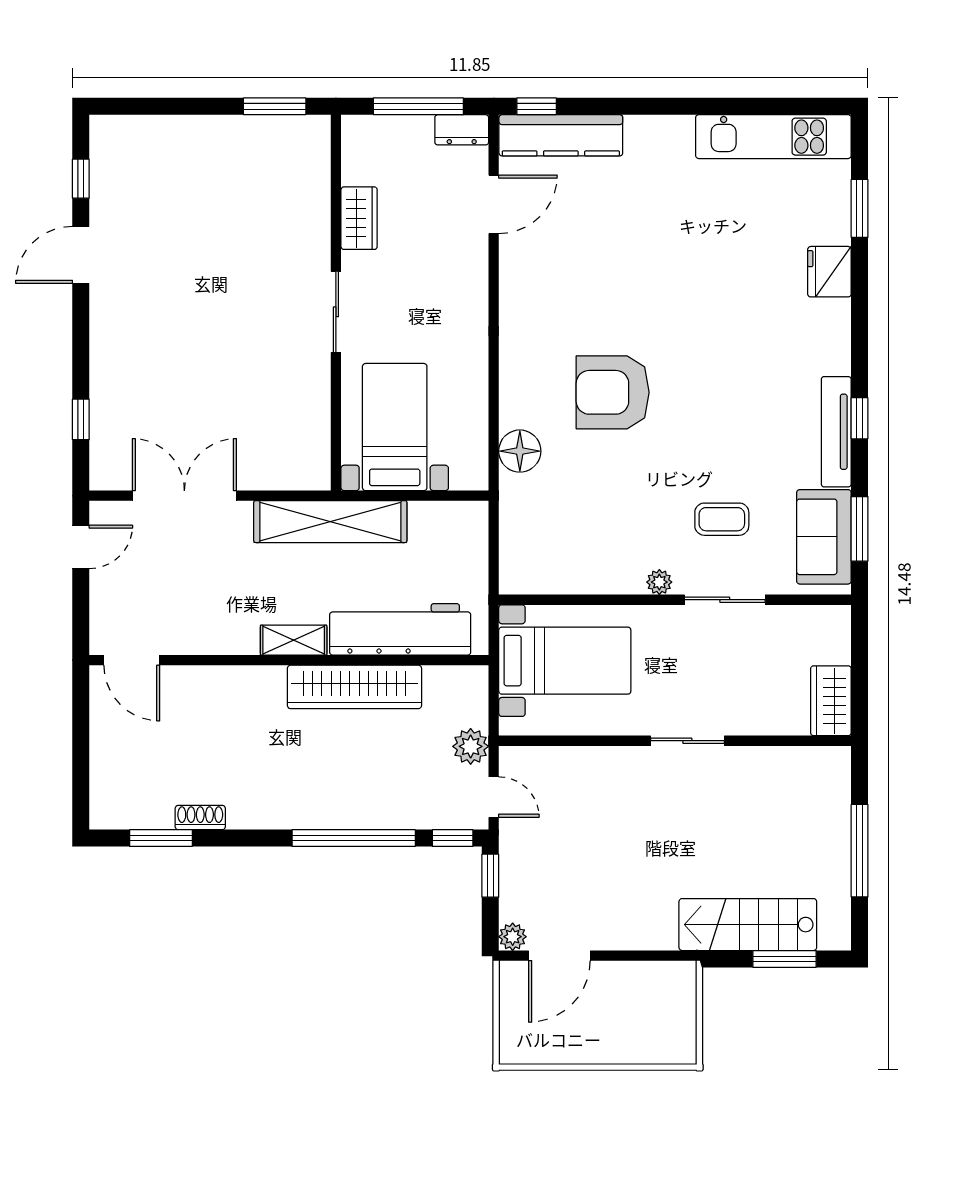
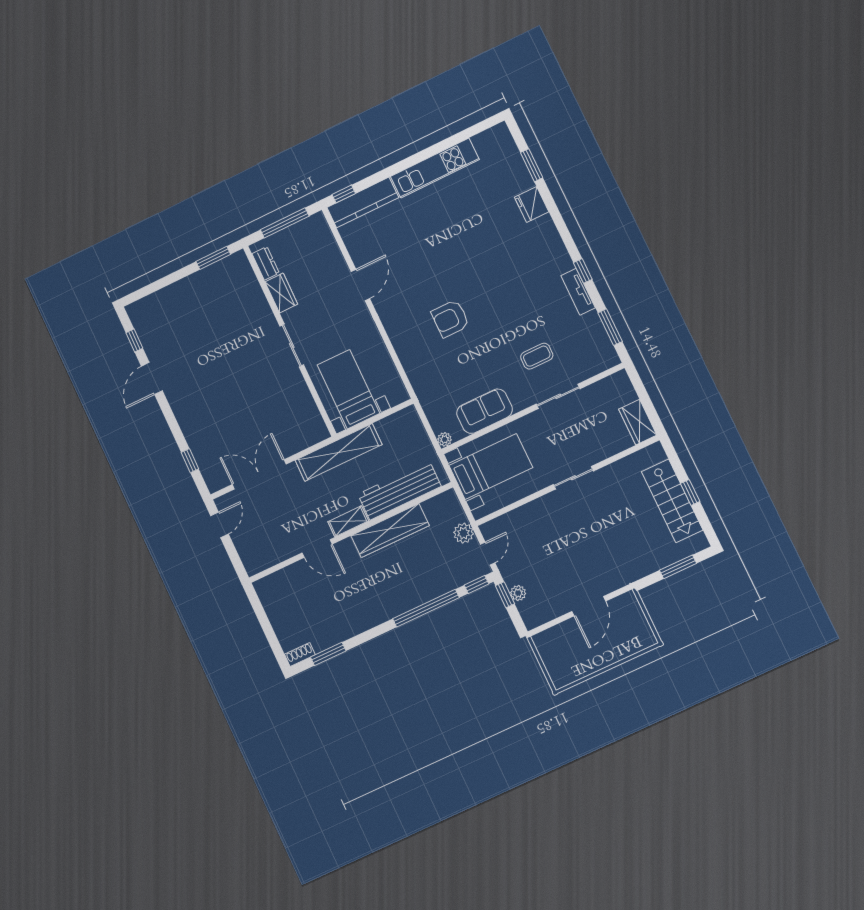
dresser: (462, 130) -> (266, 263), moved, turned -90
kitchen unit: (773, 137) -> (435, 168), moved
door: (494, 204) -> (360, 285), moved
armchair: (613, 392) -> (450, 319), width x0.73, depth x0.73
tv unit: (836, 432) -> (578, 292), width x0.71
floor lamp: (520, 451) -> (417, 371), removed
sofa: (824, 537) -> (485, 411), moved, turned 90
plant: (659, 582) -> (445, 439), moved
door: (132, 660) -> (317, 548), moved
door: (494, 797) -> (488, 554), hinge flipped
shoe rack: (200, 818) -> (300, 654), moved
window: (860, 851) -> (690, 492), width x0.46
stairs: (748, 925) -> (672, 501), moved, turned -90
plant: (513, 937) -> (518, 593), moved
door: (559, 956) -> (589, 606), moved

